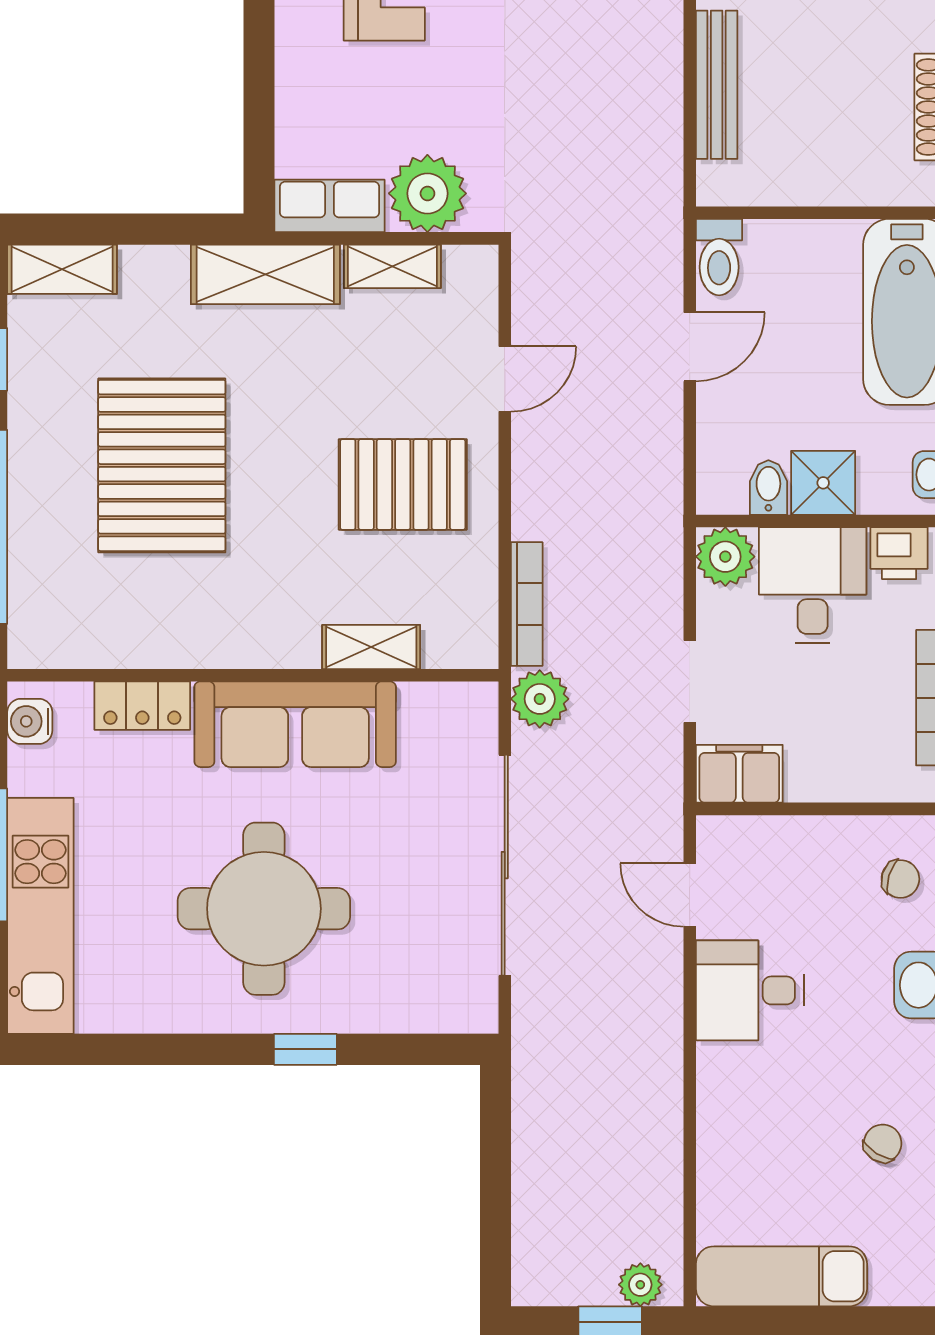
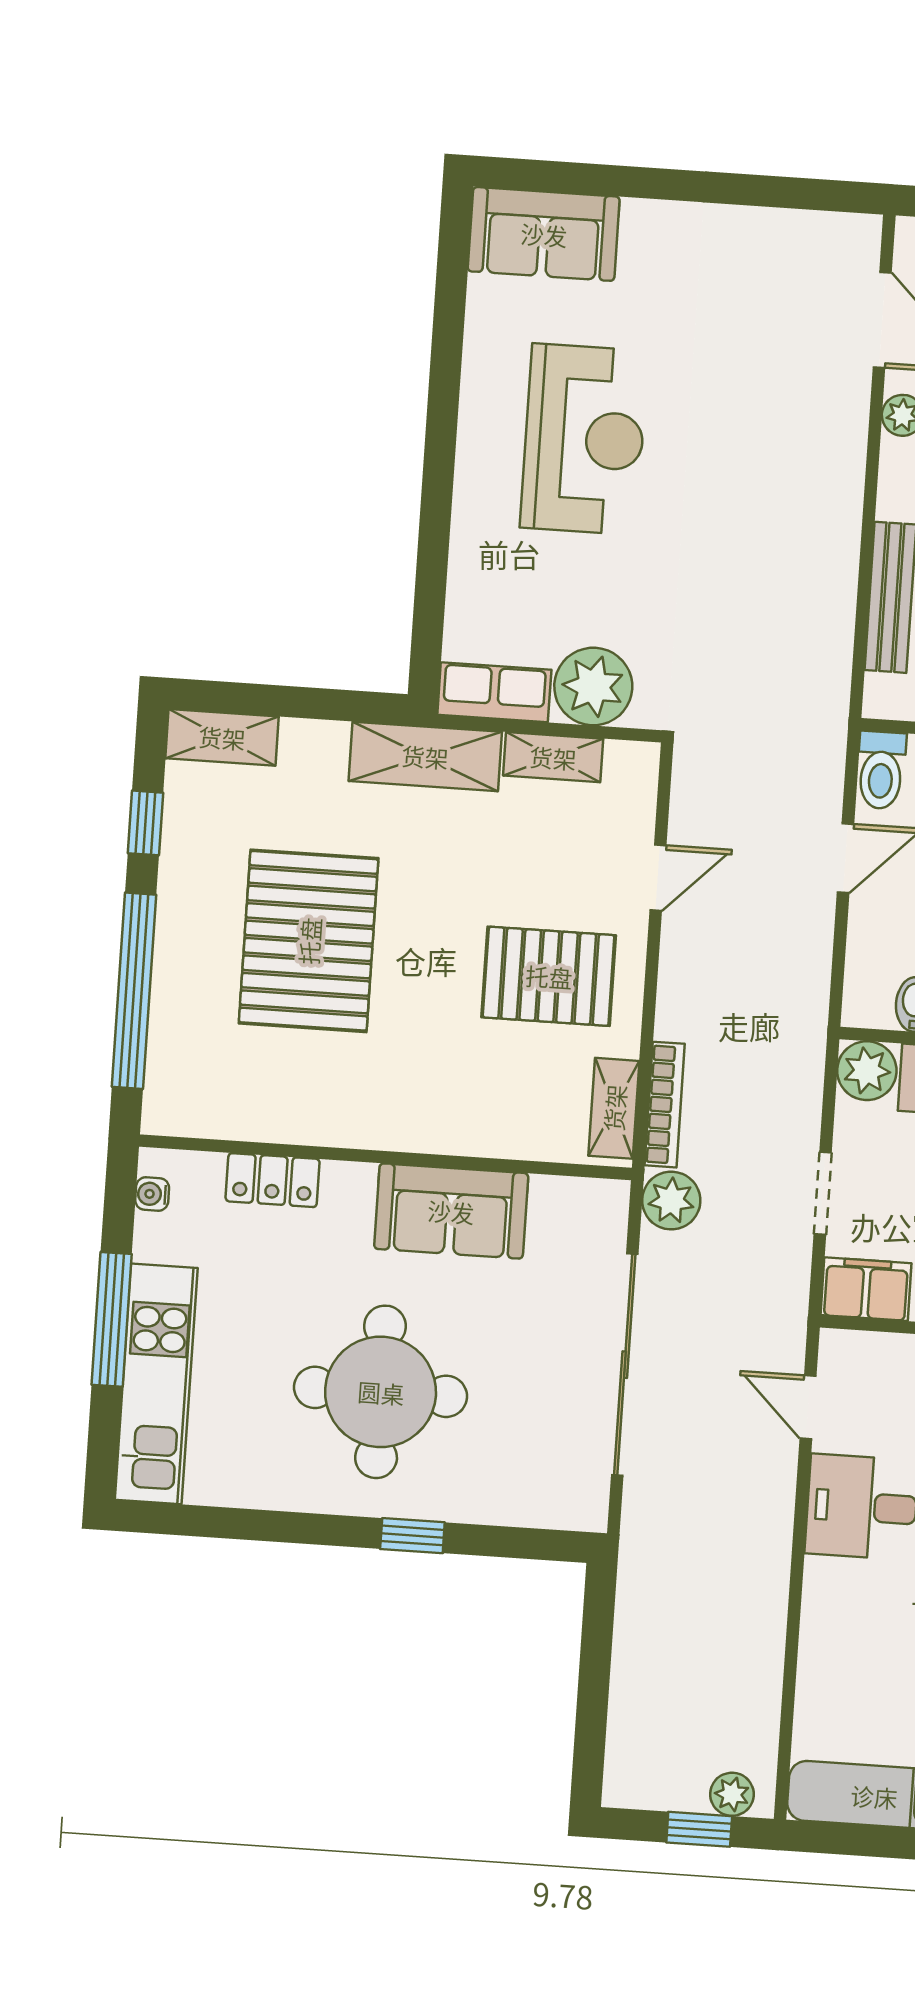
shelving: (371, 647) -> (614, 1108), moved, turned 90
water cooler: (30, 721) -> (152, 1194), width x0.72, depth x0.72
sofa: (295, 724) -> (451, 1211), width x0.73

